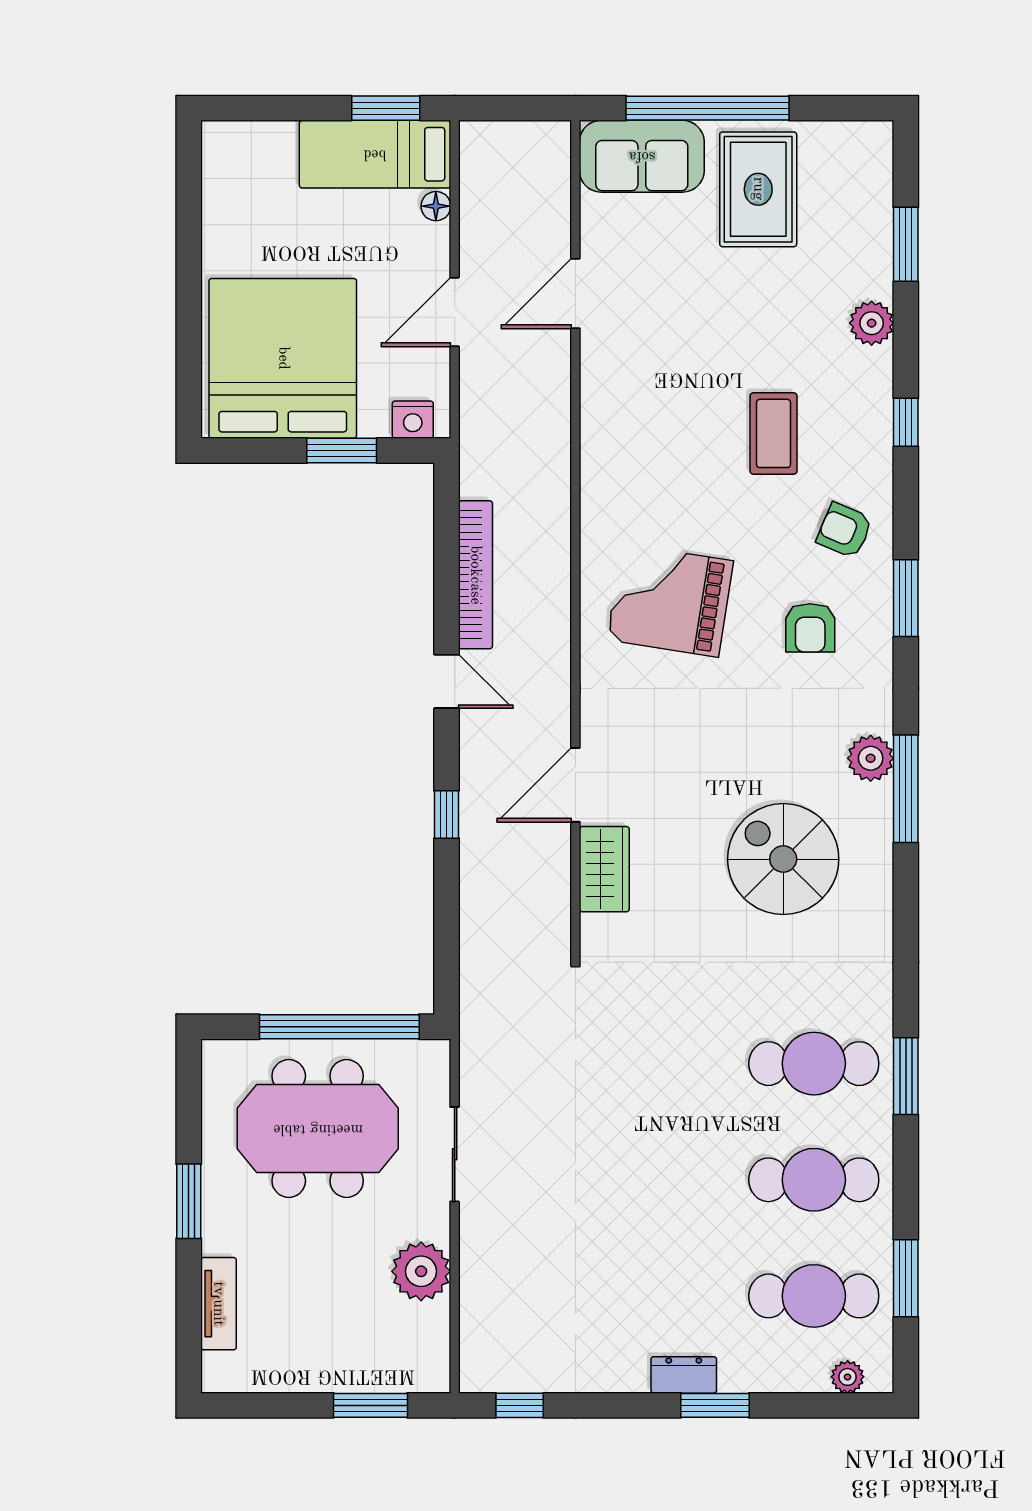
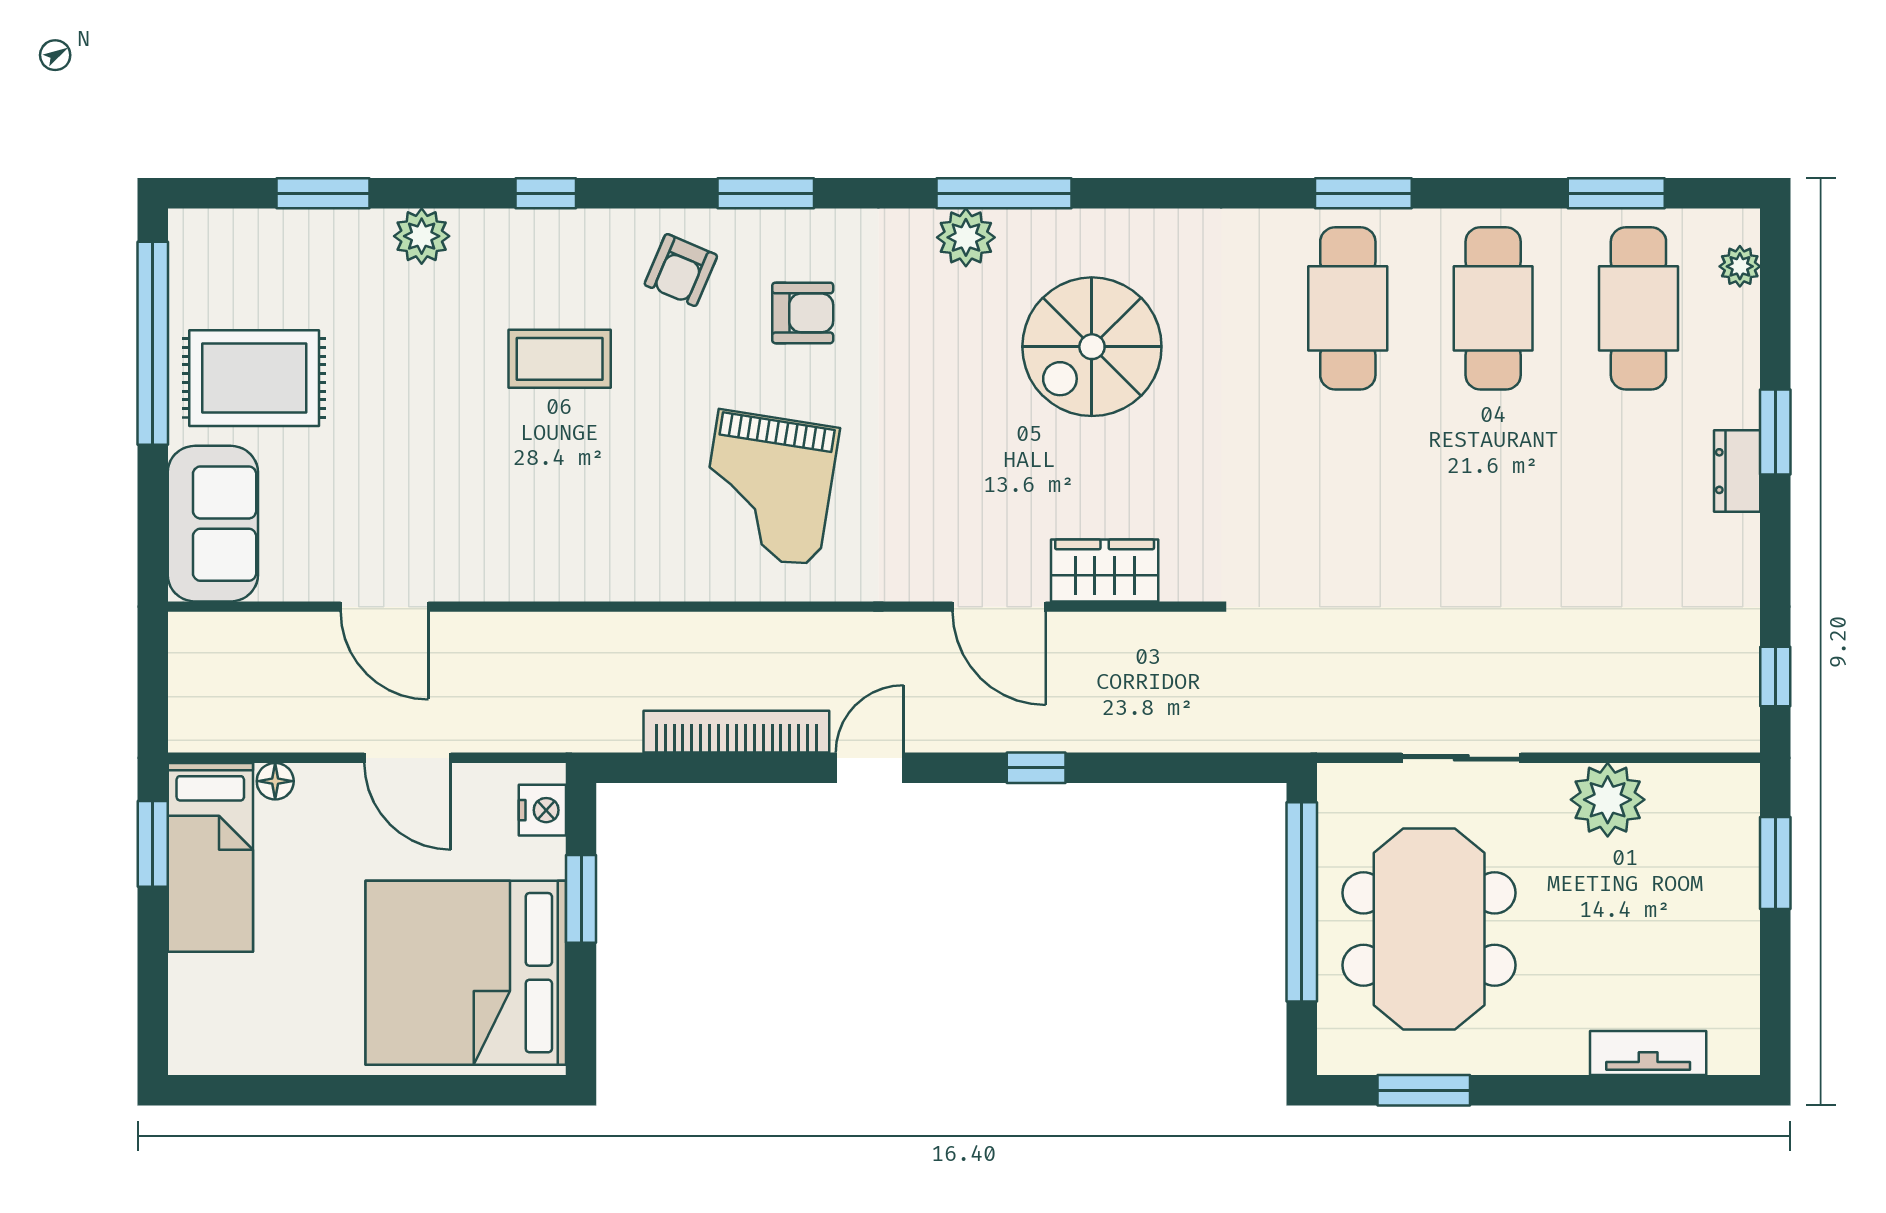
window: (708, 108) -> (153, 343), moved
window: (189, 1201) -> (1424, 1090), moved

